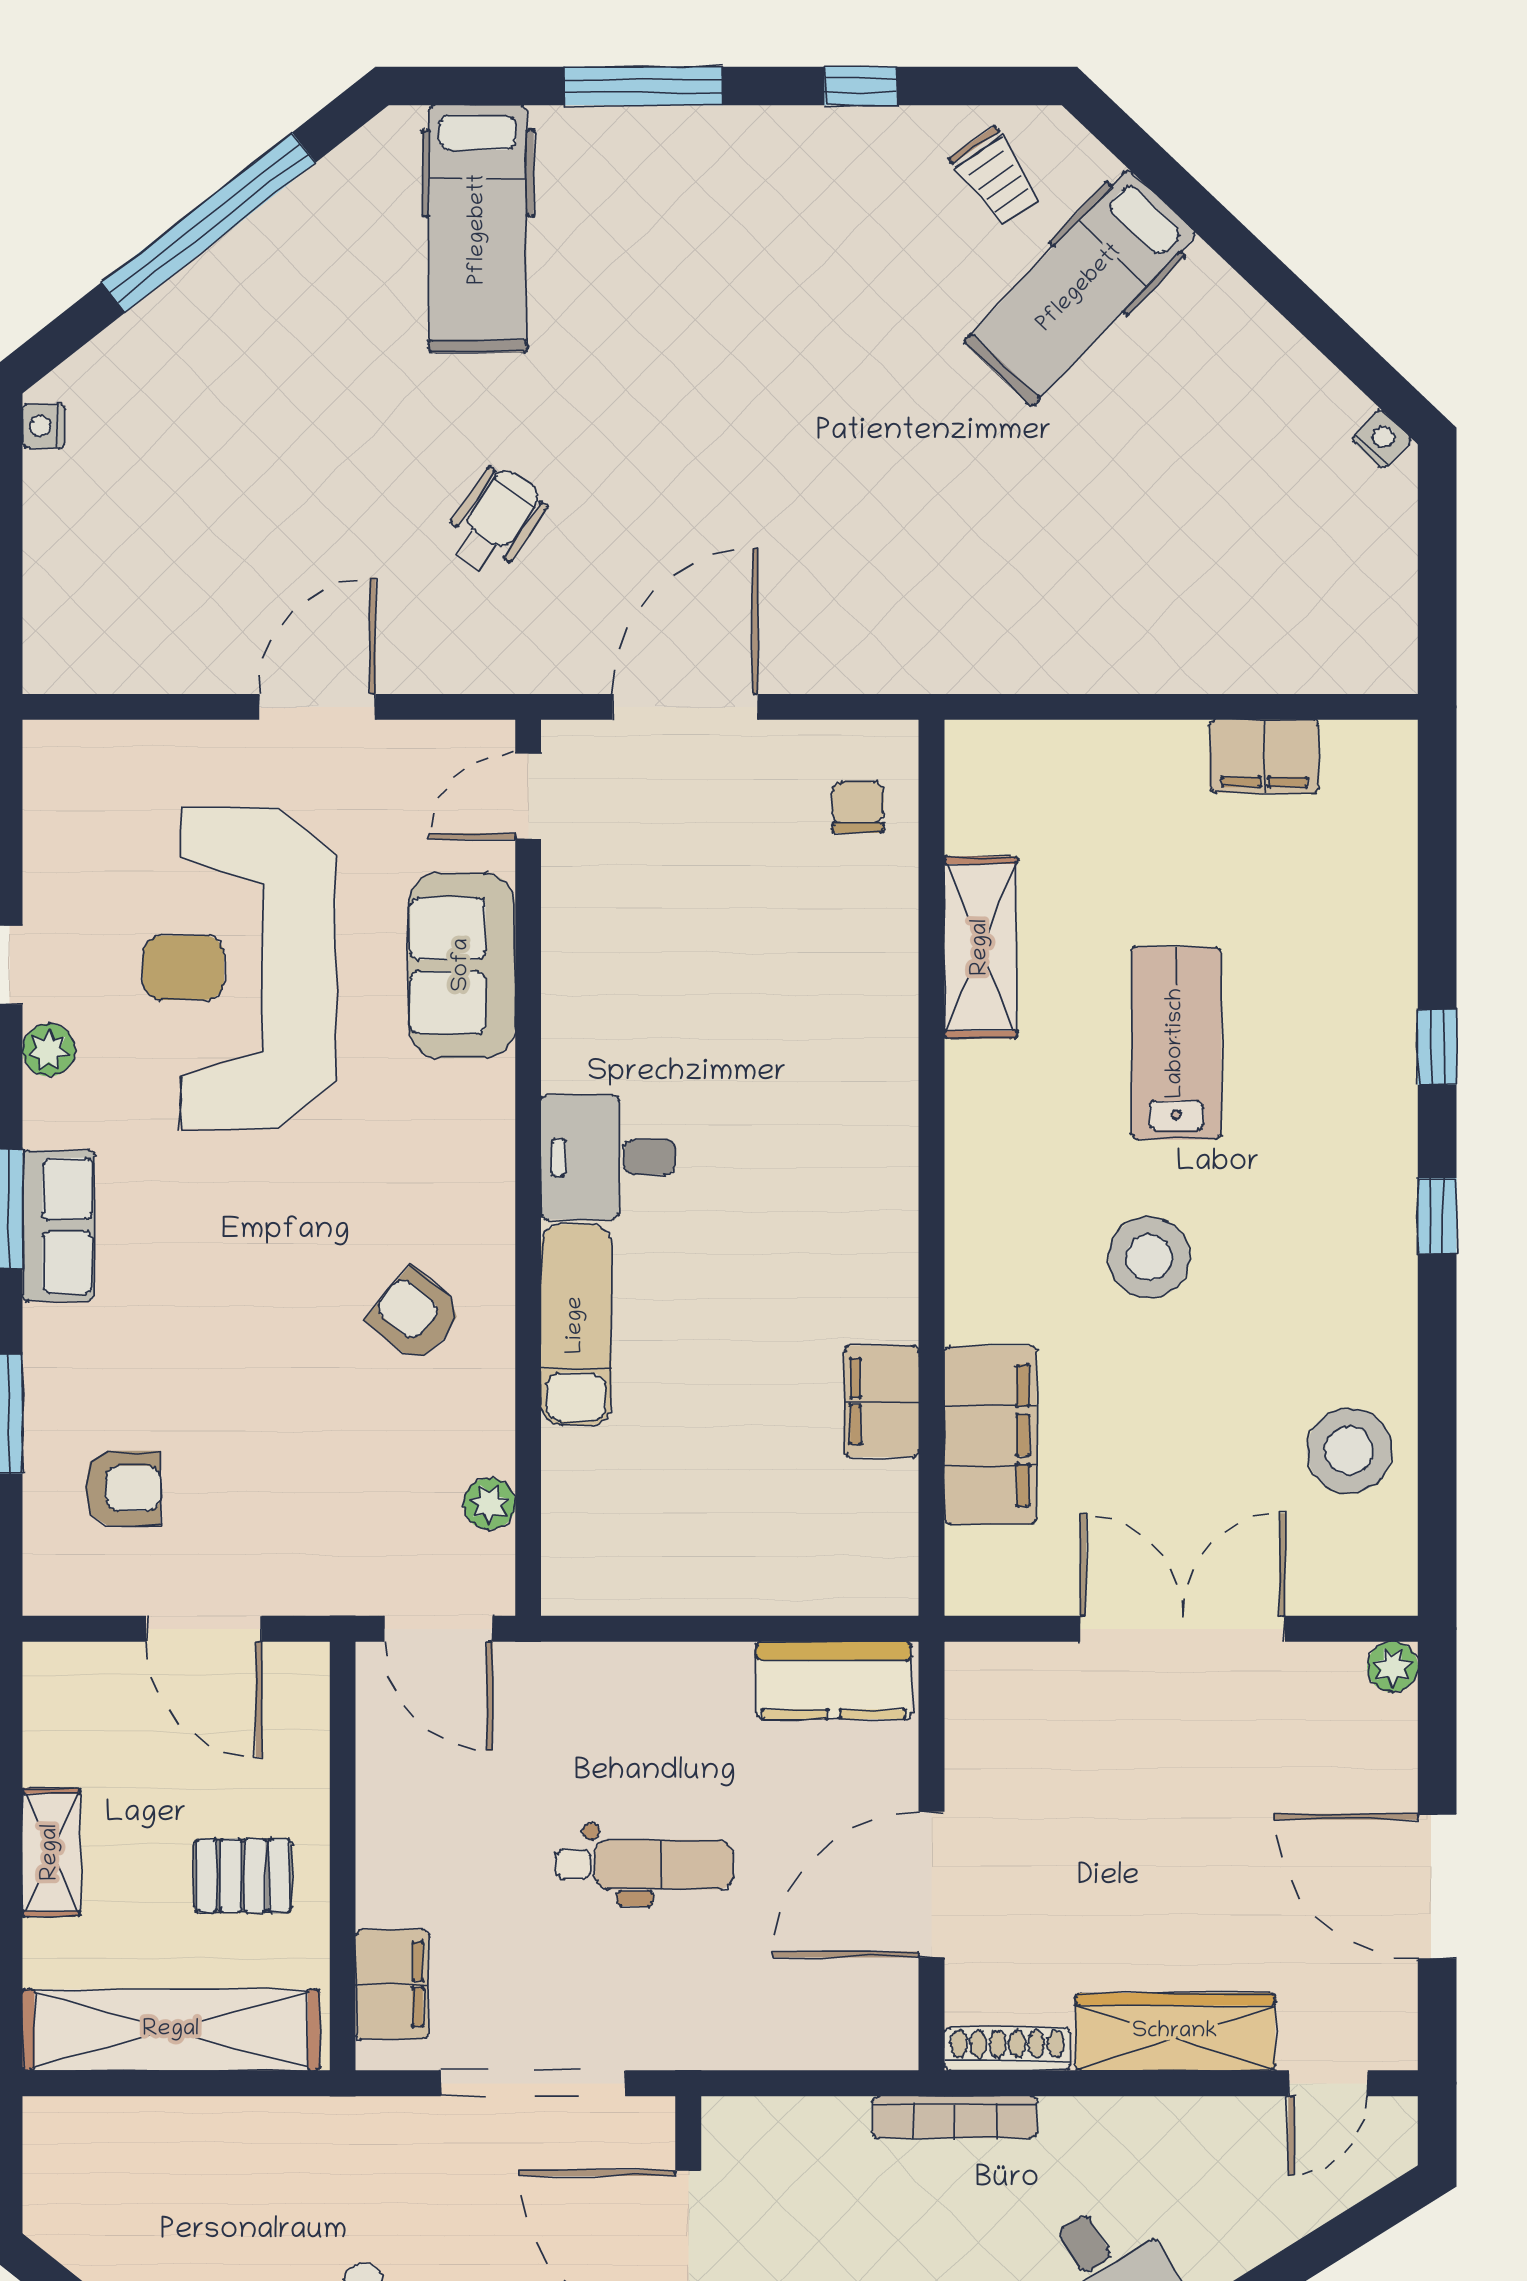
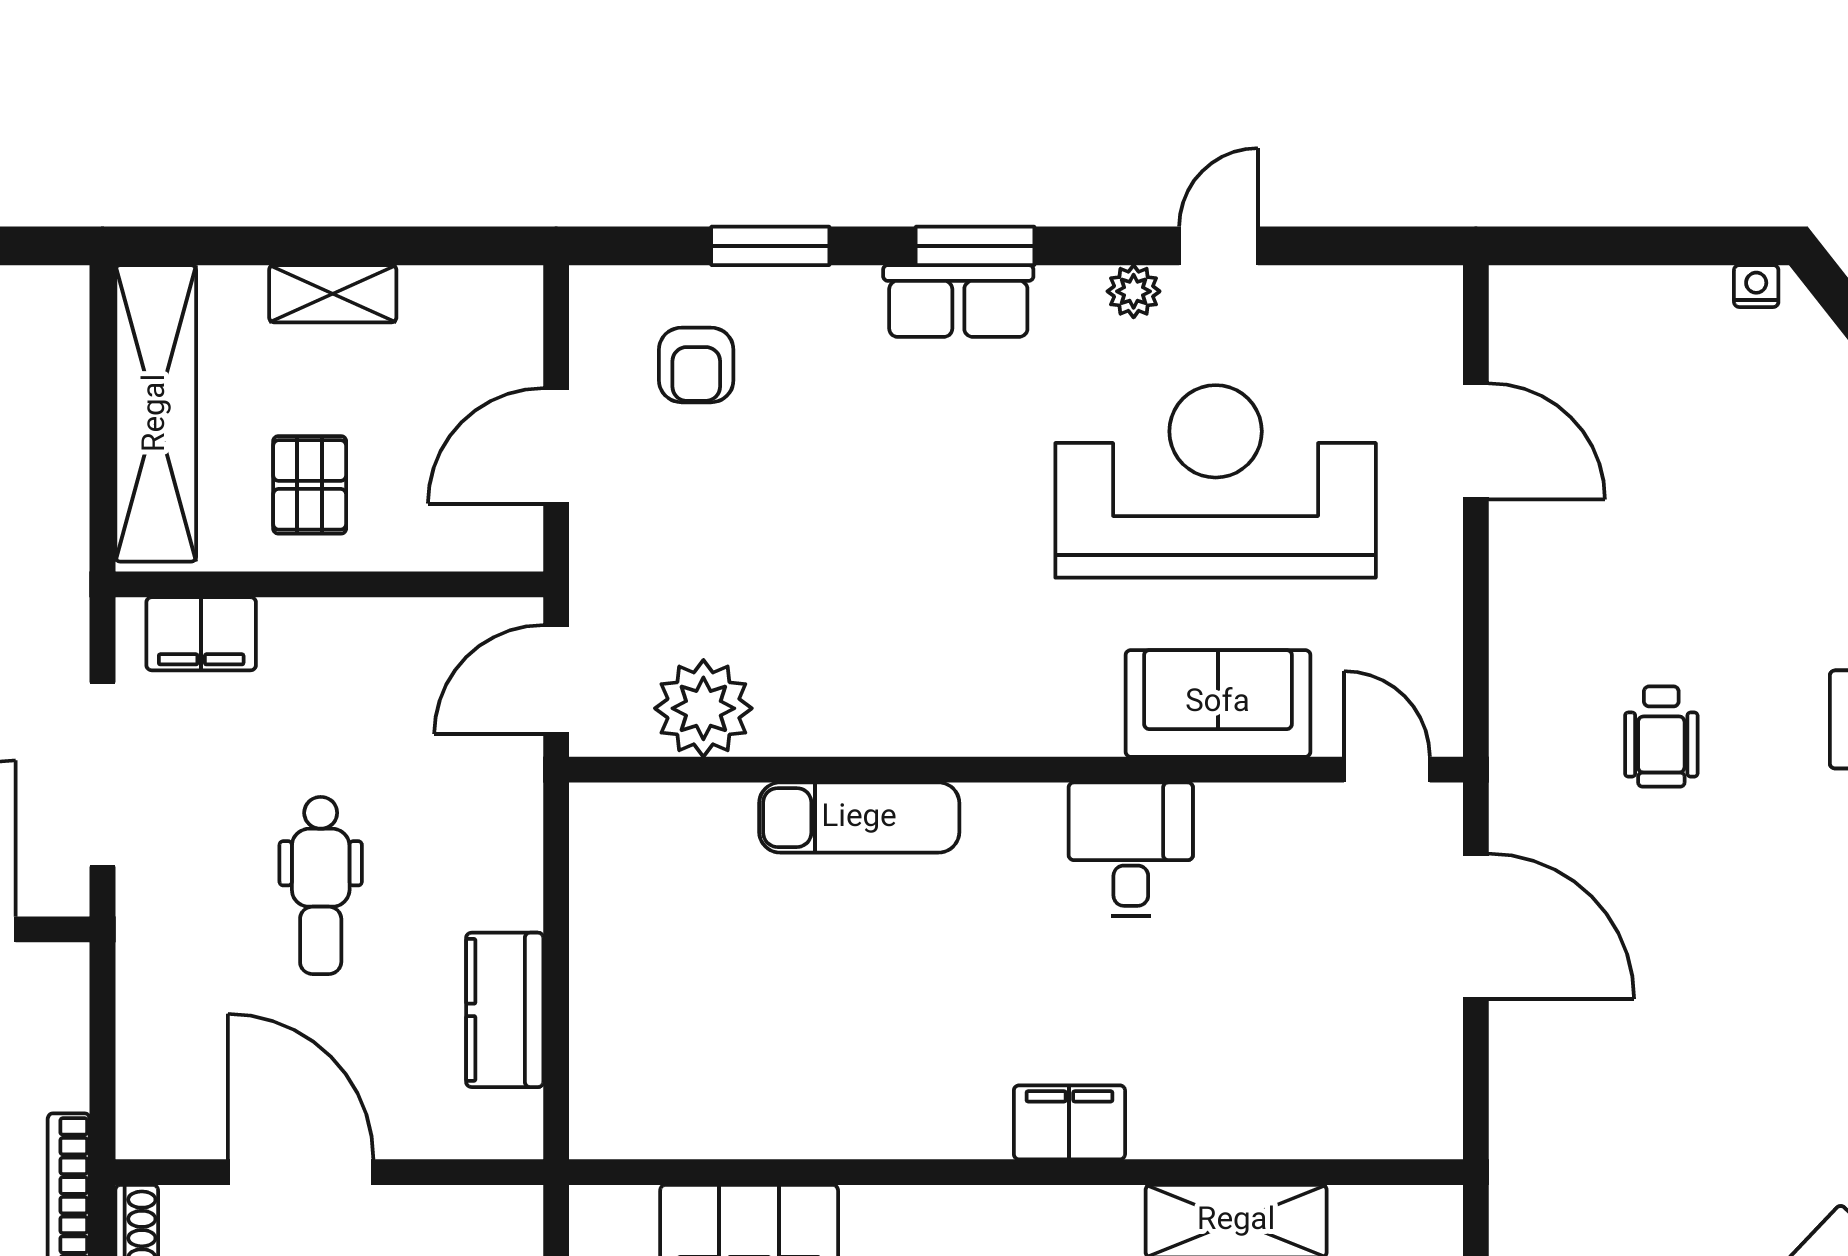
wheelchair: (495, 521) -> (1661, 736), turned 56
door: (317, 707) -> (1476, 441), moved
chair: (858, 807) -> (1376, 1099), removed
desk: (608, 1157) -> (1131, 849), moved
armchair: (415, 1315) -> (869, 657), removed
filing cabinet: (882, 1401) -> (1069, 1122), moved
plant: (489, 1504) -> (703, 708), width x1.87, depth x1.87
kitchen counter: (834, 1680) -> (505, 1010), moved

